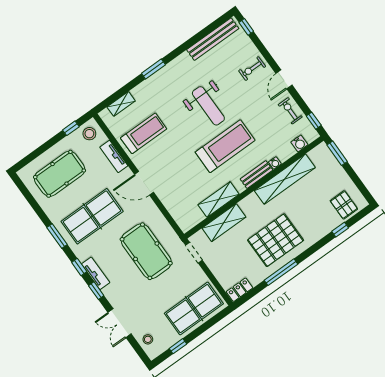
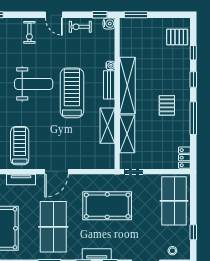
water cooler: (299, 143) -> (109, 24), moved
shelving: (285, 179) -> (127, 86), moved
pallet: (276, 240) -> (167, 105), width x0.49, depth x0.50
window: (316, 247) -> (193, 80), added

